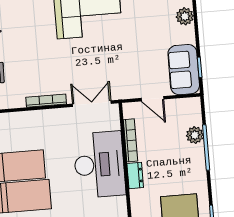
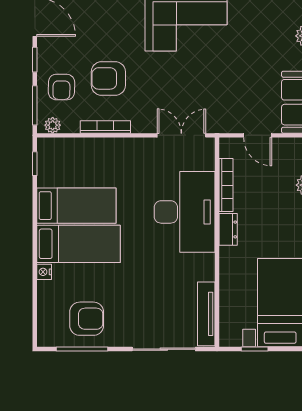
armchair: (30, 63) -> (108, 78), added
bookcase: (46, 101) -> (105, 127), moved

